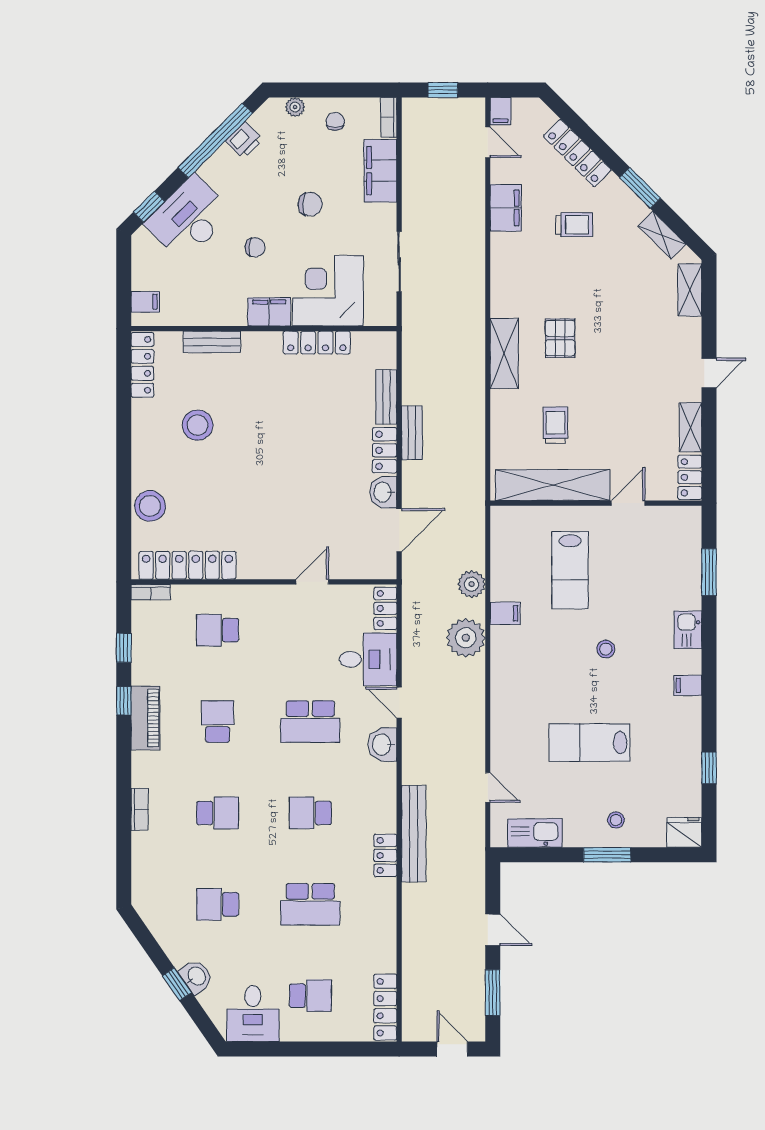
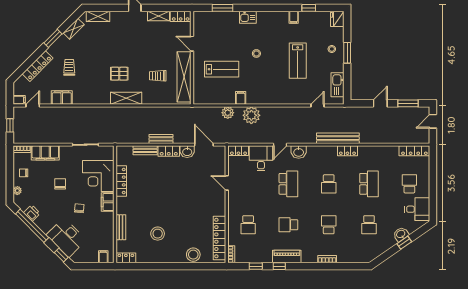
locker: (142, 365) -> (126, 258), width x0.66
filing cabinet: (688, 685) -> (294, 17), moved

